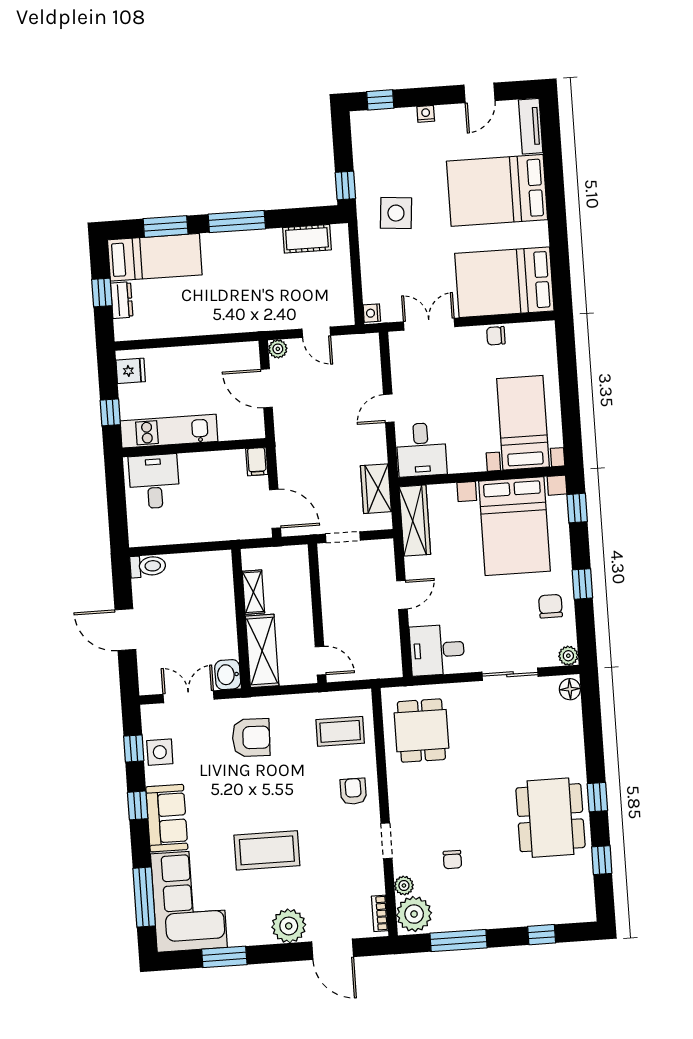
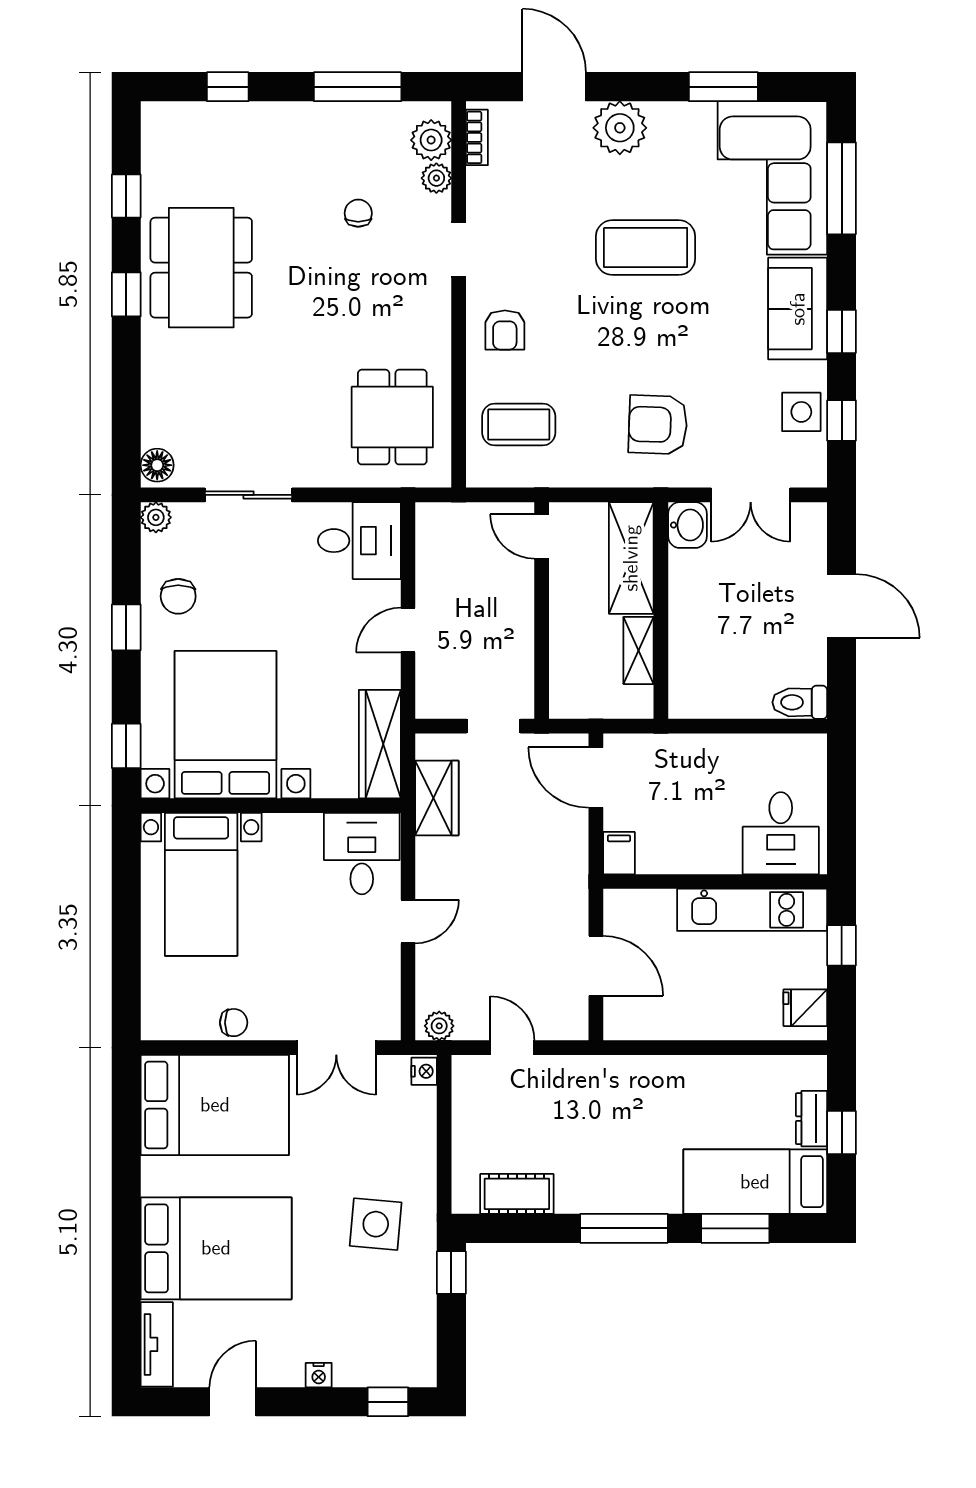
plant: (278, 349) -> (439, 1026), moved
plant: (414, 914) -> (431, 140), width x0.73, depth x0.73

